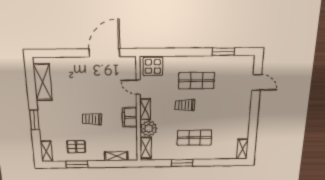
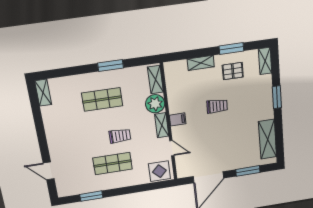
window: (63, 53) -> (248, 171), added
filing cabinet: (130, 117) -> (178, 119), width x0.50
shelving: (116, 156) -> (201, 63), moved

